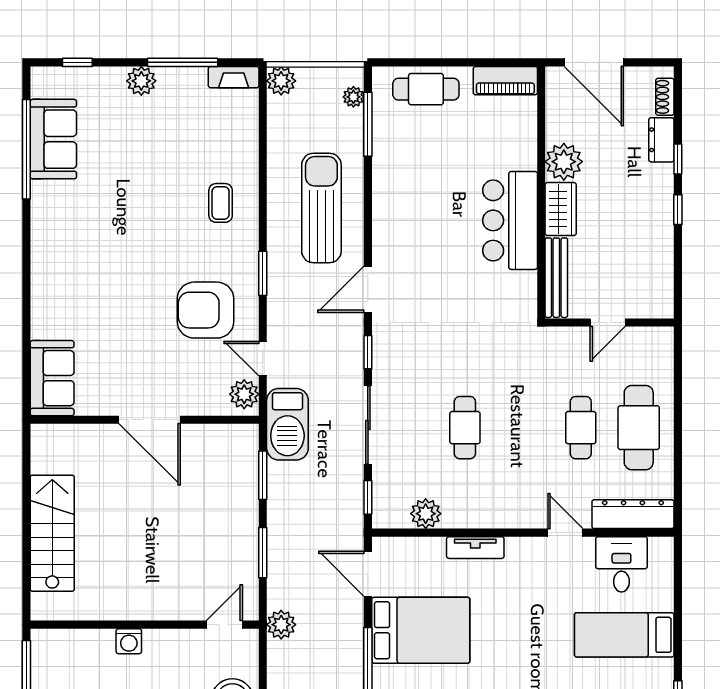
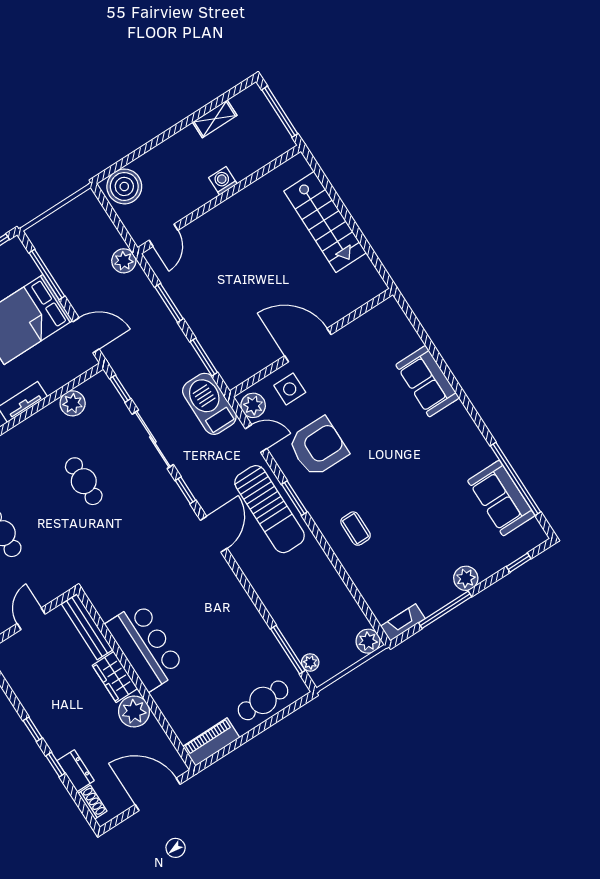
sun lounger: (321, 208) -> (270, 509), moved
sofa: (52, 378) -> (427, 381), moved
side table: (196, 387) -> (290, 389), added

